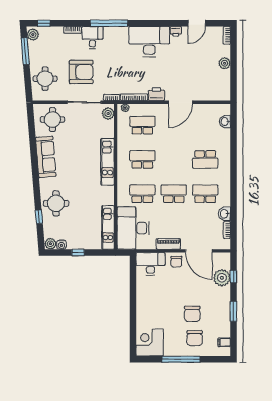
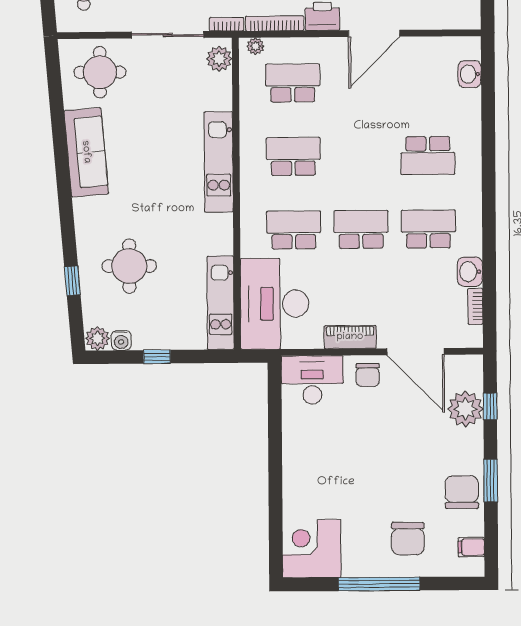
round table: (56, 203) -> (129, 266), moved
chair: (192, 314) -> (462, 492), moved, turned 180

